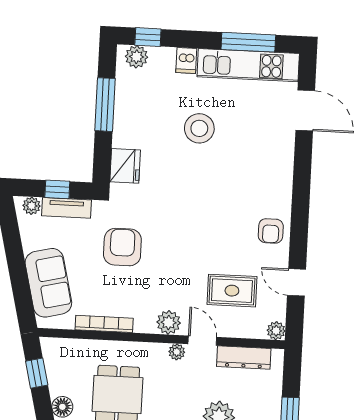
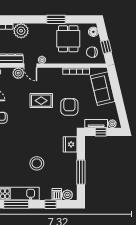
window: (148, 37) -> (50, 204), moved
dishwasher: (186, 60) -> (57, 194), moved
armchair: (122, 247) -> (69, 107), turned 180
rug: (232, 291) -> (41, 101), moved
plant: (169, 322) -> (18, 73), moved
chair: (68, 363) -> (92, 52), added

